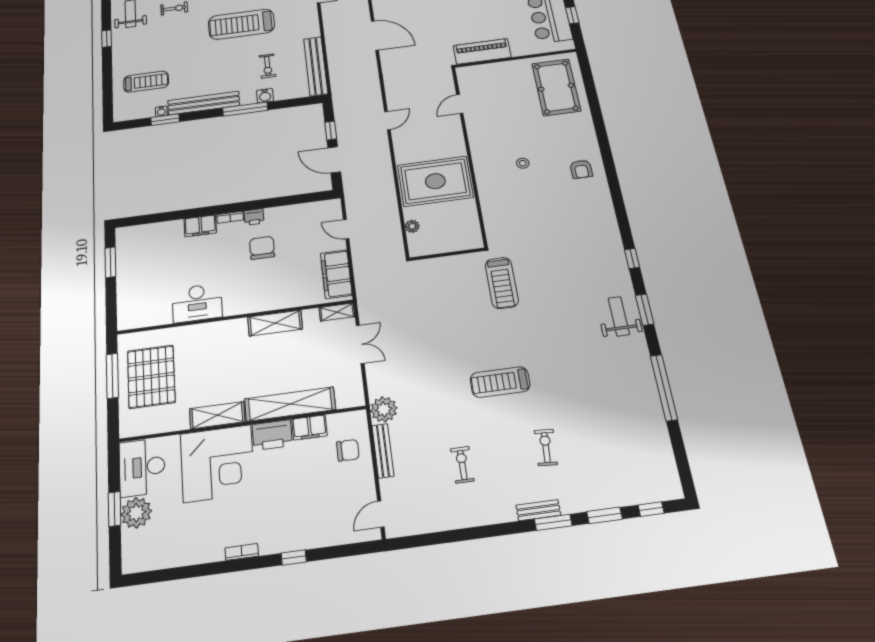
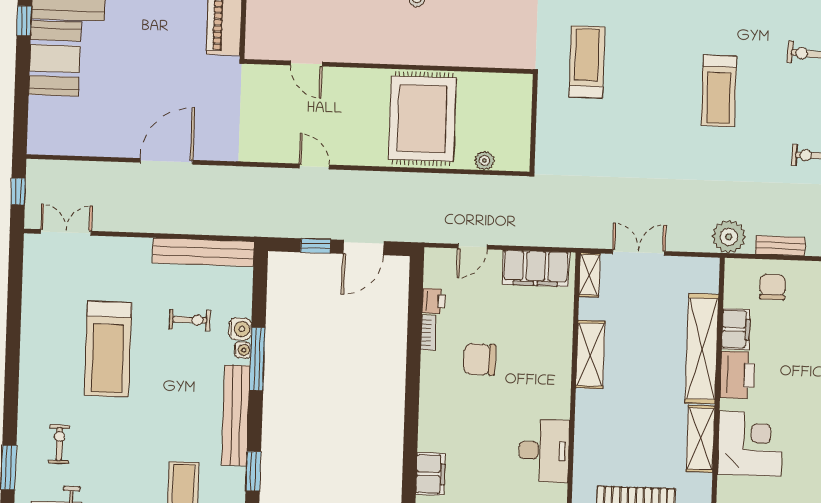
water cooler: (161, 111) -> (242, 350), moved
bookcase: (230, 217) -> (428, 333), moved
printer: (254, 217) -> (434, 301), moved
filing cabinet: (200, 226) -> (430, 474), moved
treadmill: (502, 283) -> (587, 62), turned -90
bench: (383, 451) -> (780, 246), width x0.73
corner desk: (217, 463) -> (750, 444), width x0.74, depth x0.74

